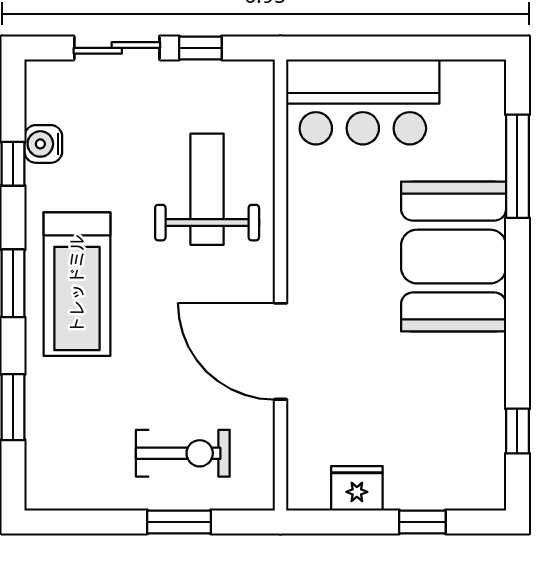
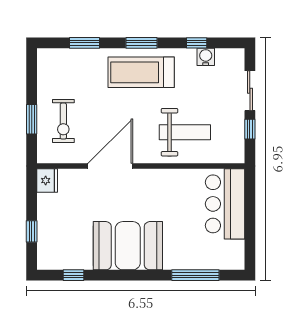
booth: (454, 257) -> (128, 246), moved
fridge: (357, 488) -> (47, 181), moved

